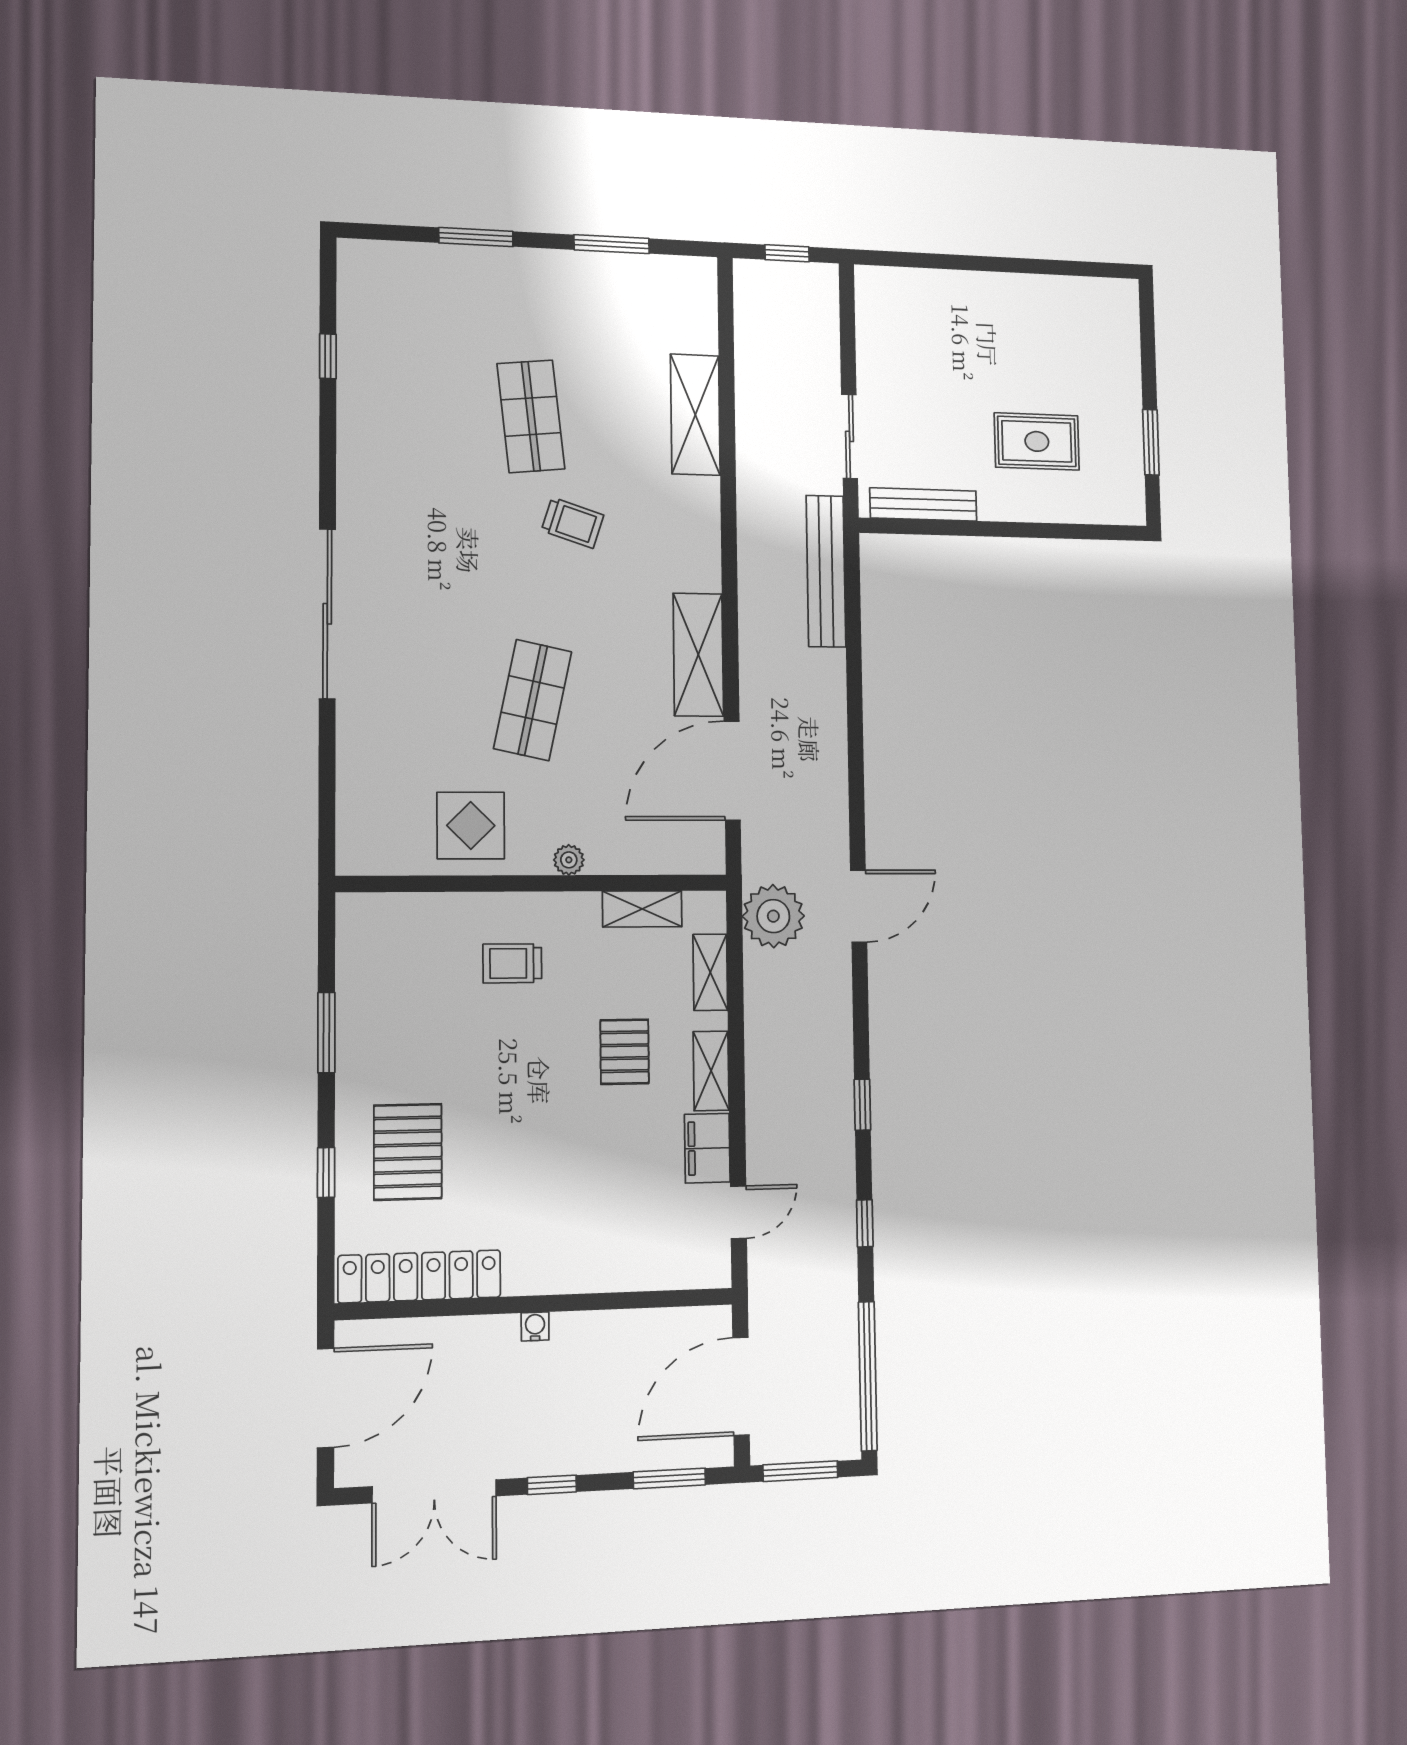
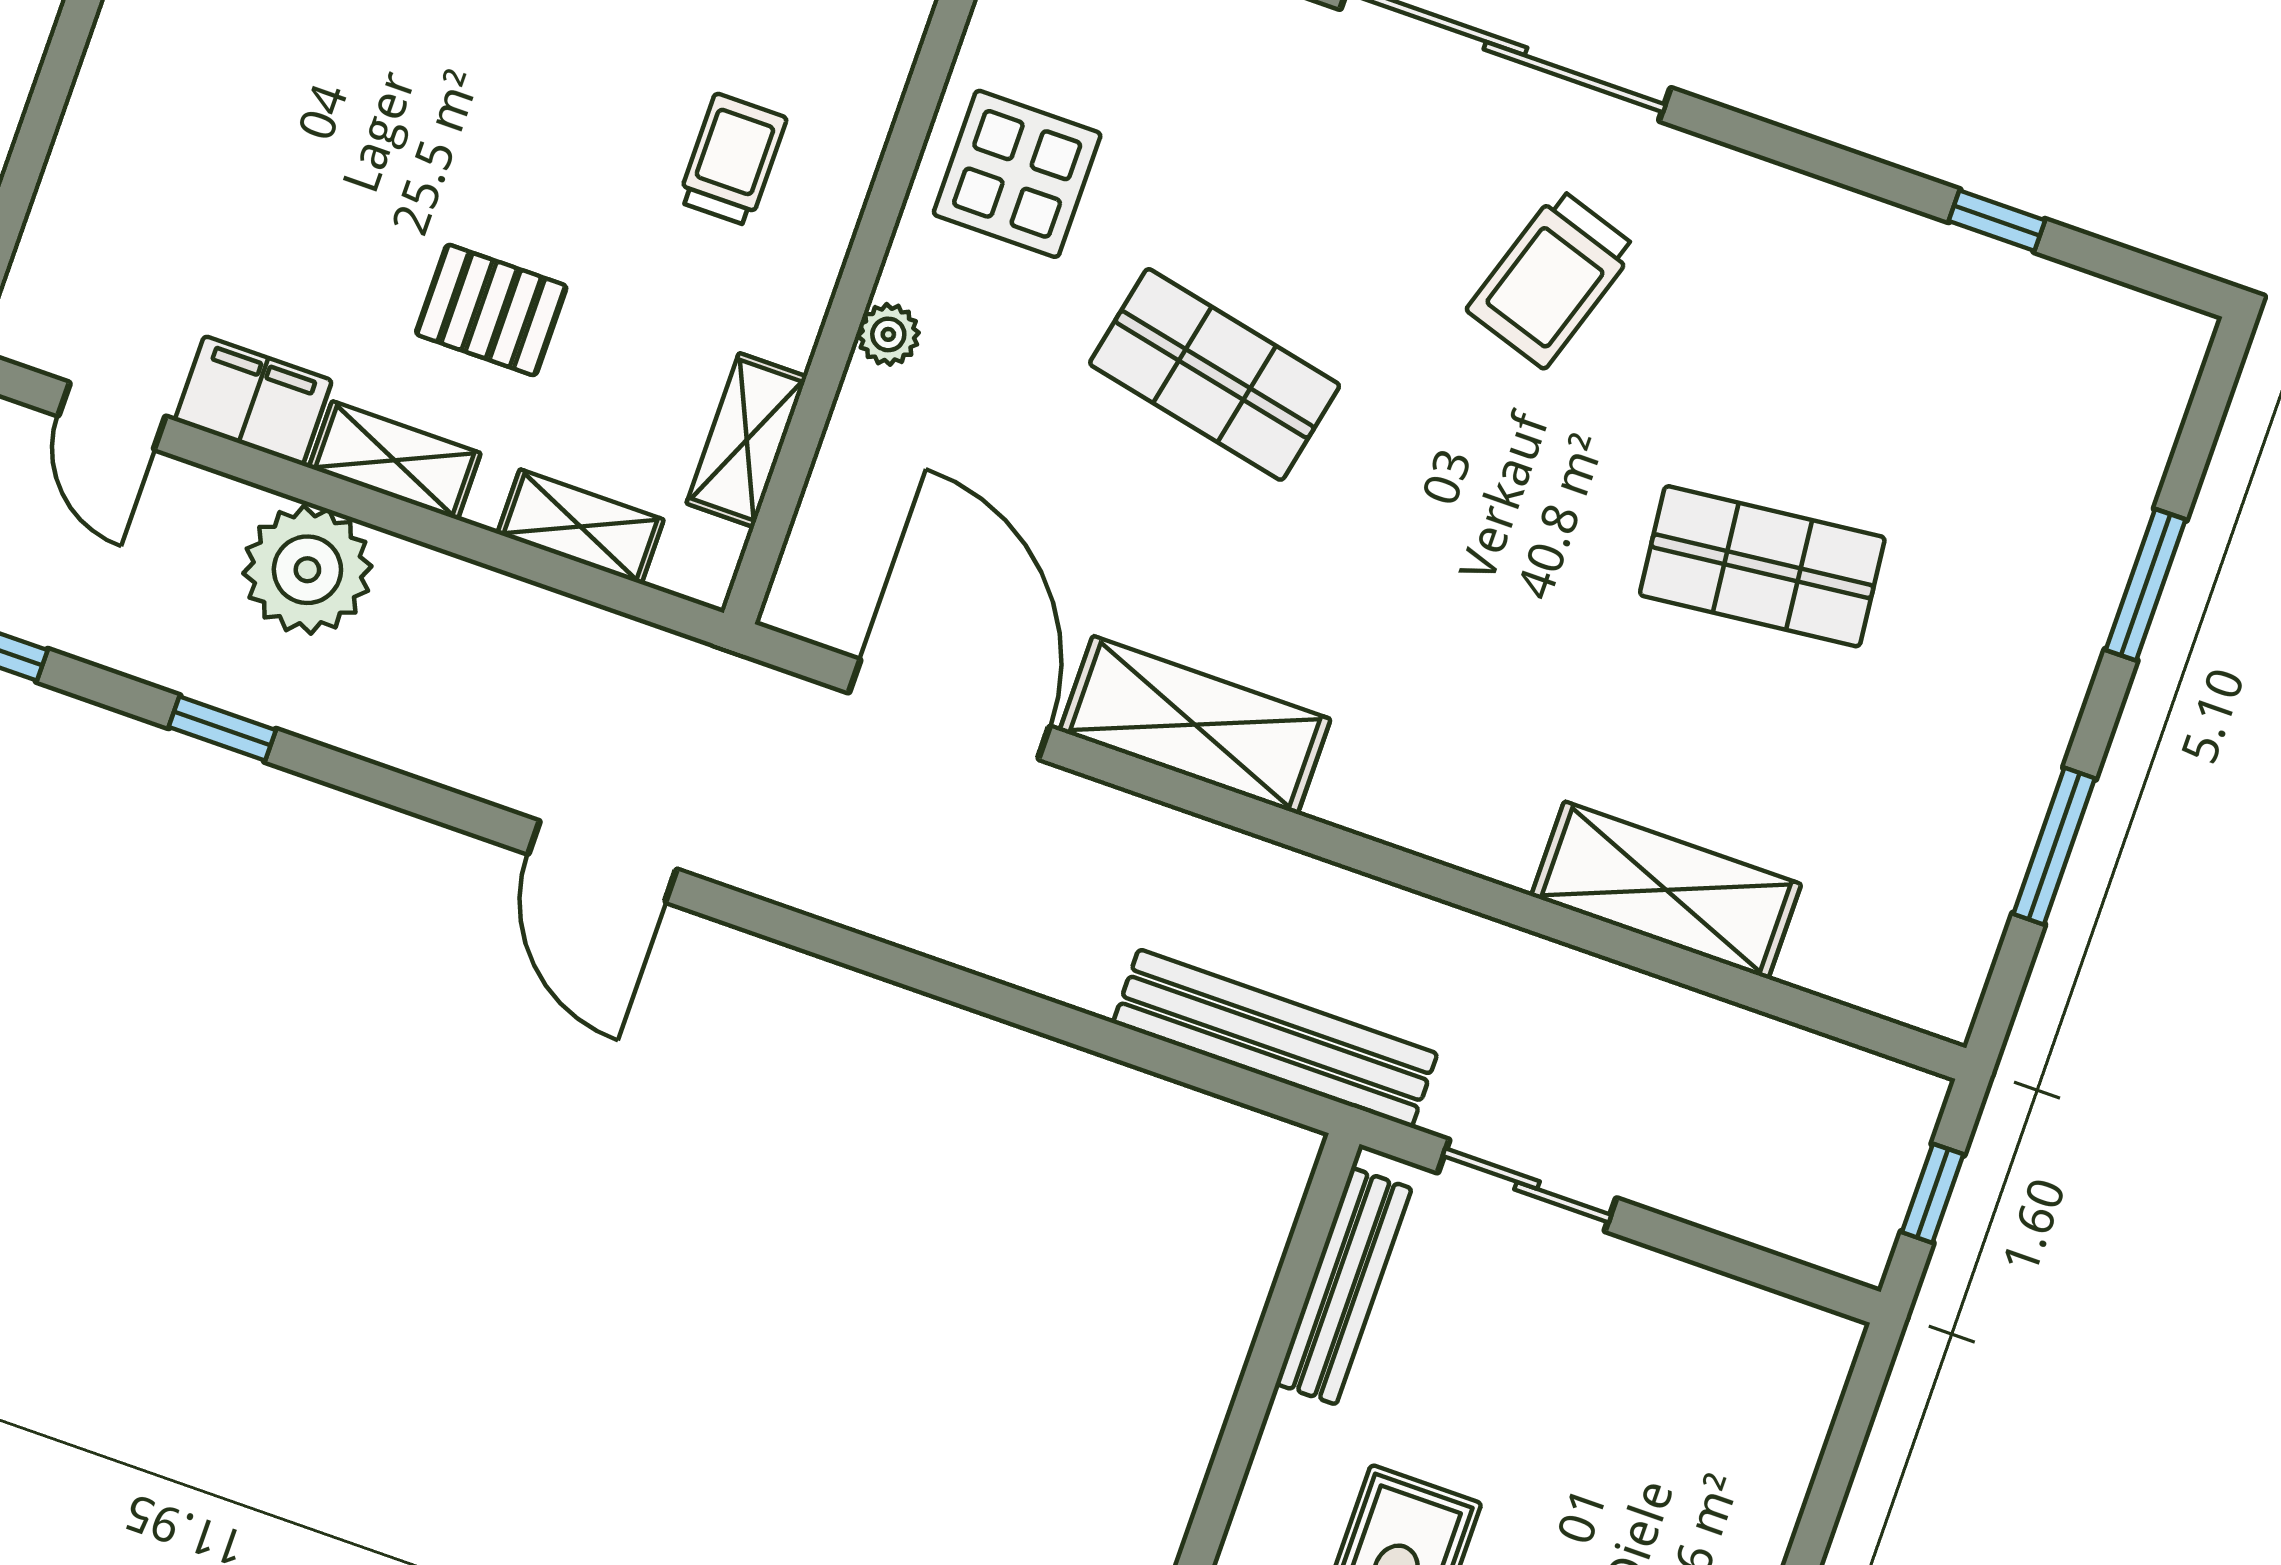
trolley: (573, 523) -> (1552, 279), moved, width x1.36, depth x1.39
plant: (773, 916) -> (307, 570), moved

